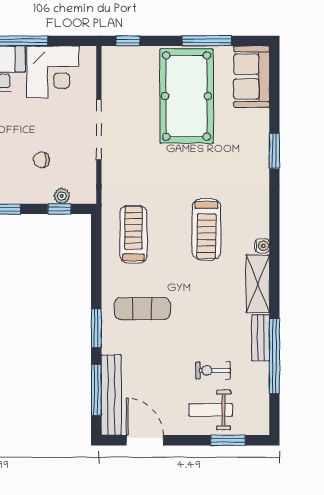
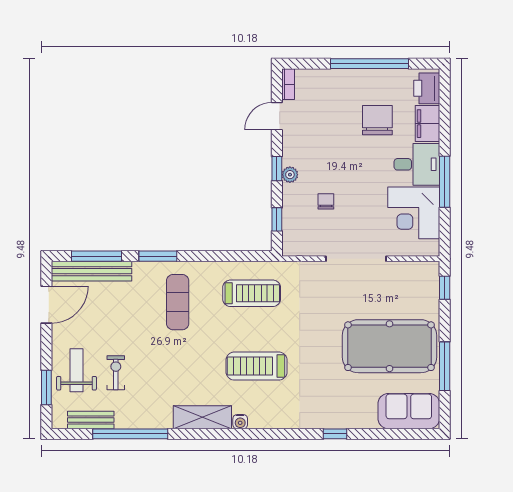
window: (274, 151) -> (335, 434), width x0.67
plant: (62, 196) -> (290, 175), moved
bench: (261, 338) -> (91, 420), moved

